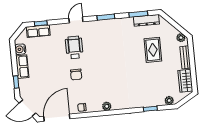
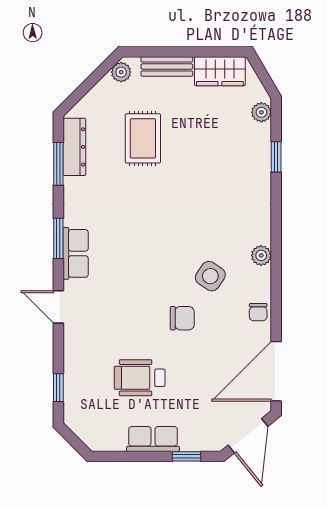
row of seats: (38, 31) -> (76, 253), moved
wheelchair: (74, 47) -> (140, 378), moved
water cooler: (20, 49) -> (113, 440), removed
rug: (153, 50) -> (143, 138), turned 90
side table: (96, 85) -> (210, 276), added
door: (57, 118) -> (276, 371), hinge flipped

